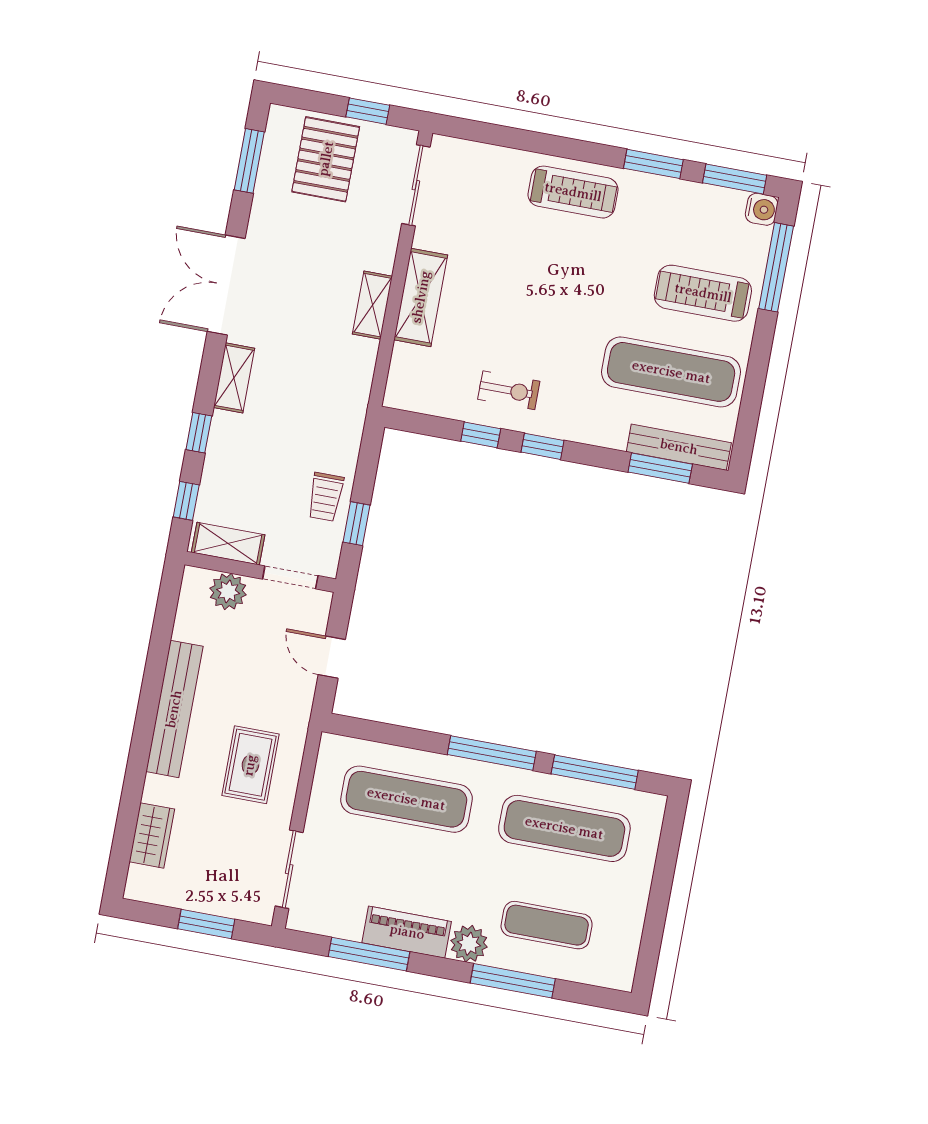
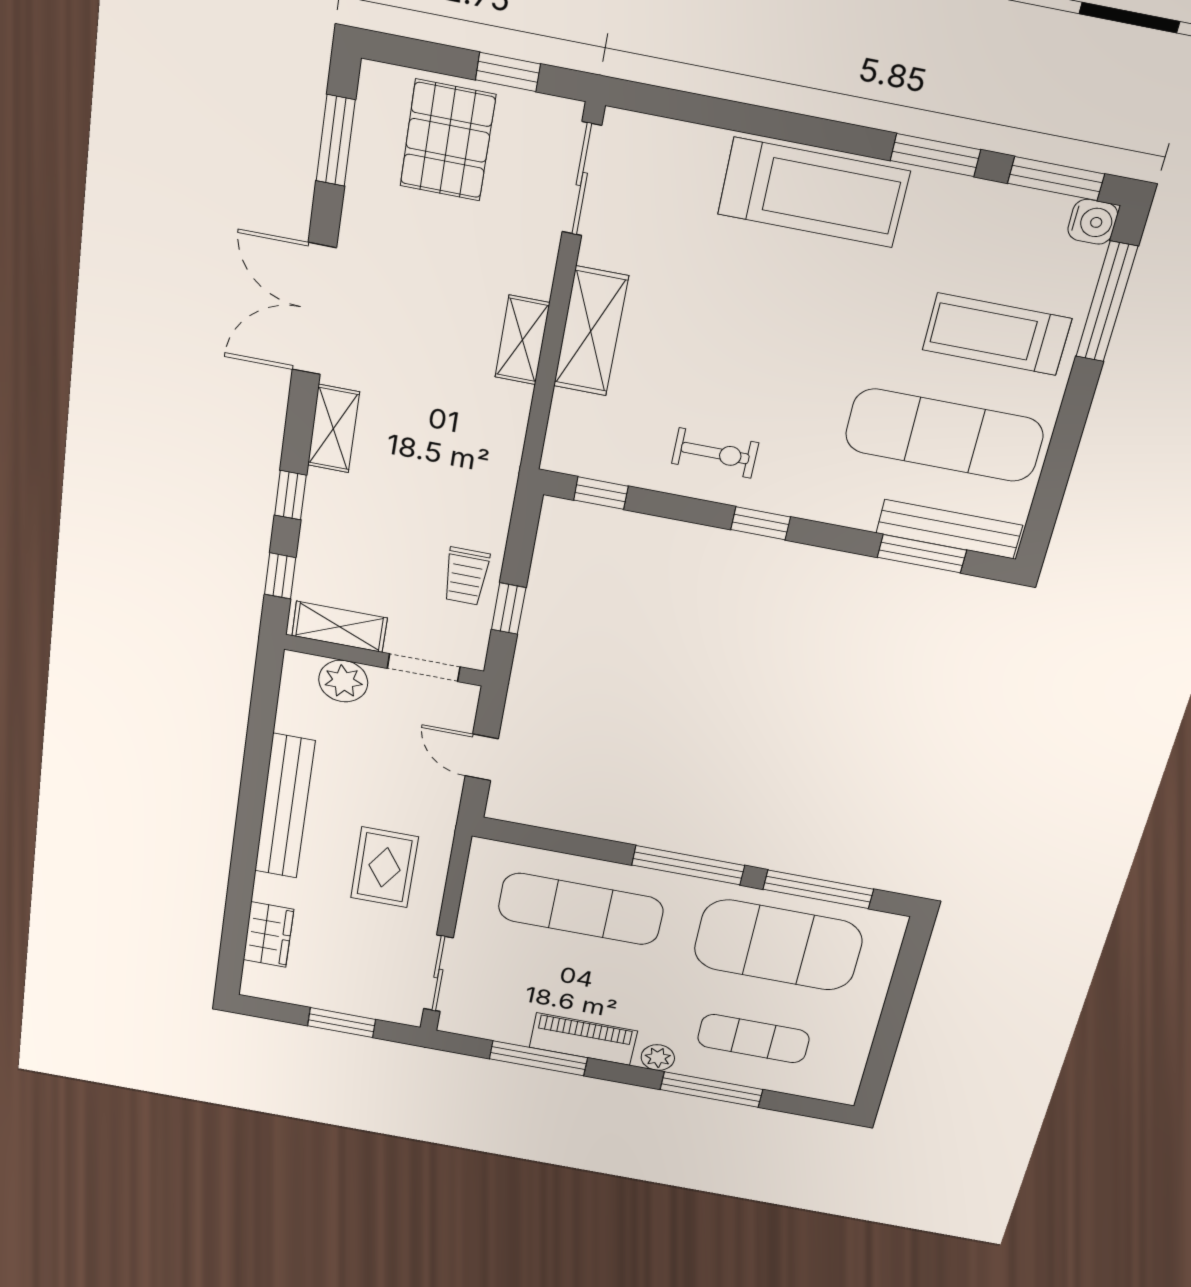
treadmill: (573, 192) -> (814, 193), width x1.37, depth x1.38
window: (481, 435) -> (601, 493), moved
exercise mat: (564, 828) -> (778, 945), width x1.47
plant: (469, 944) -> (658, 1058), width x0.73, depth x0.73

